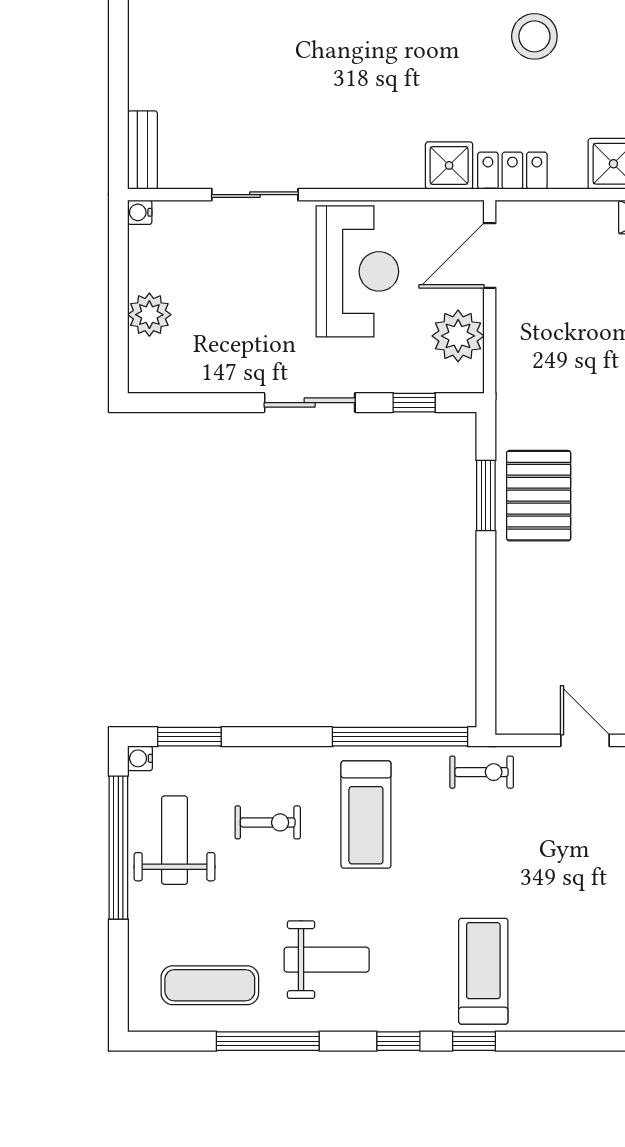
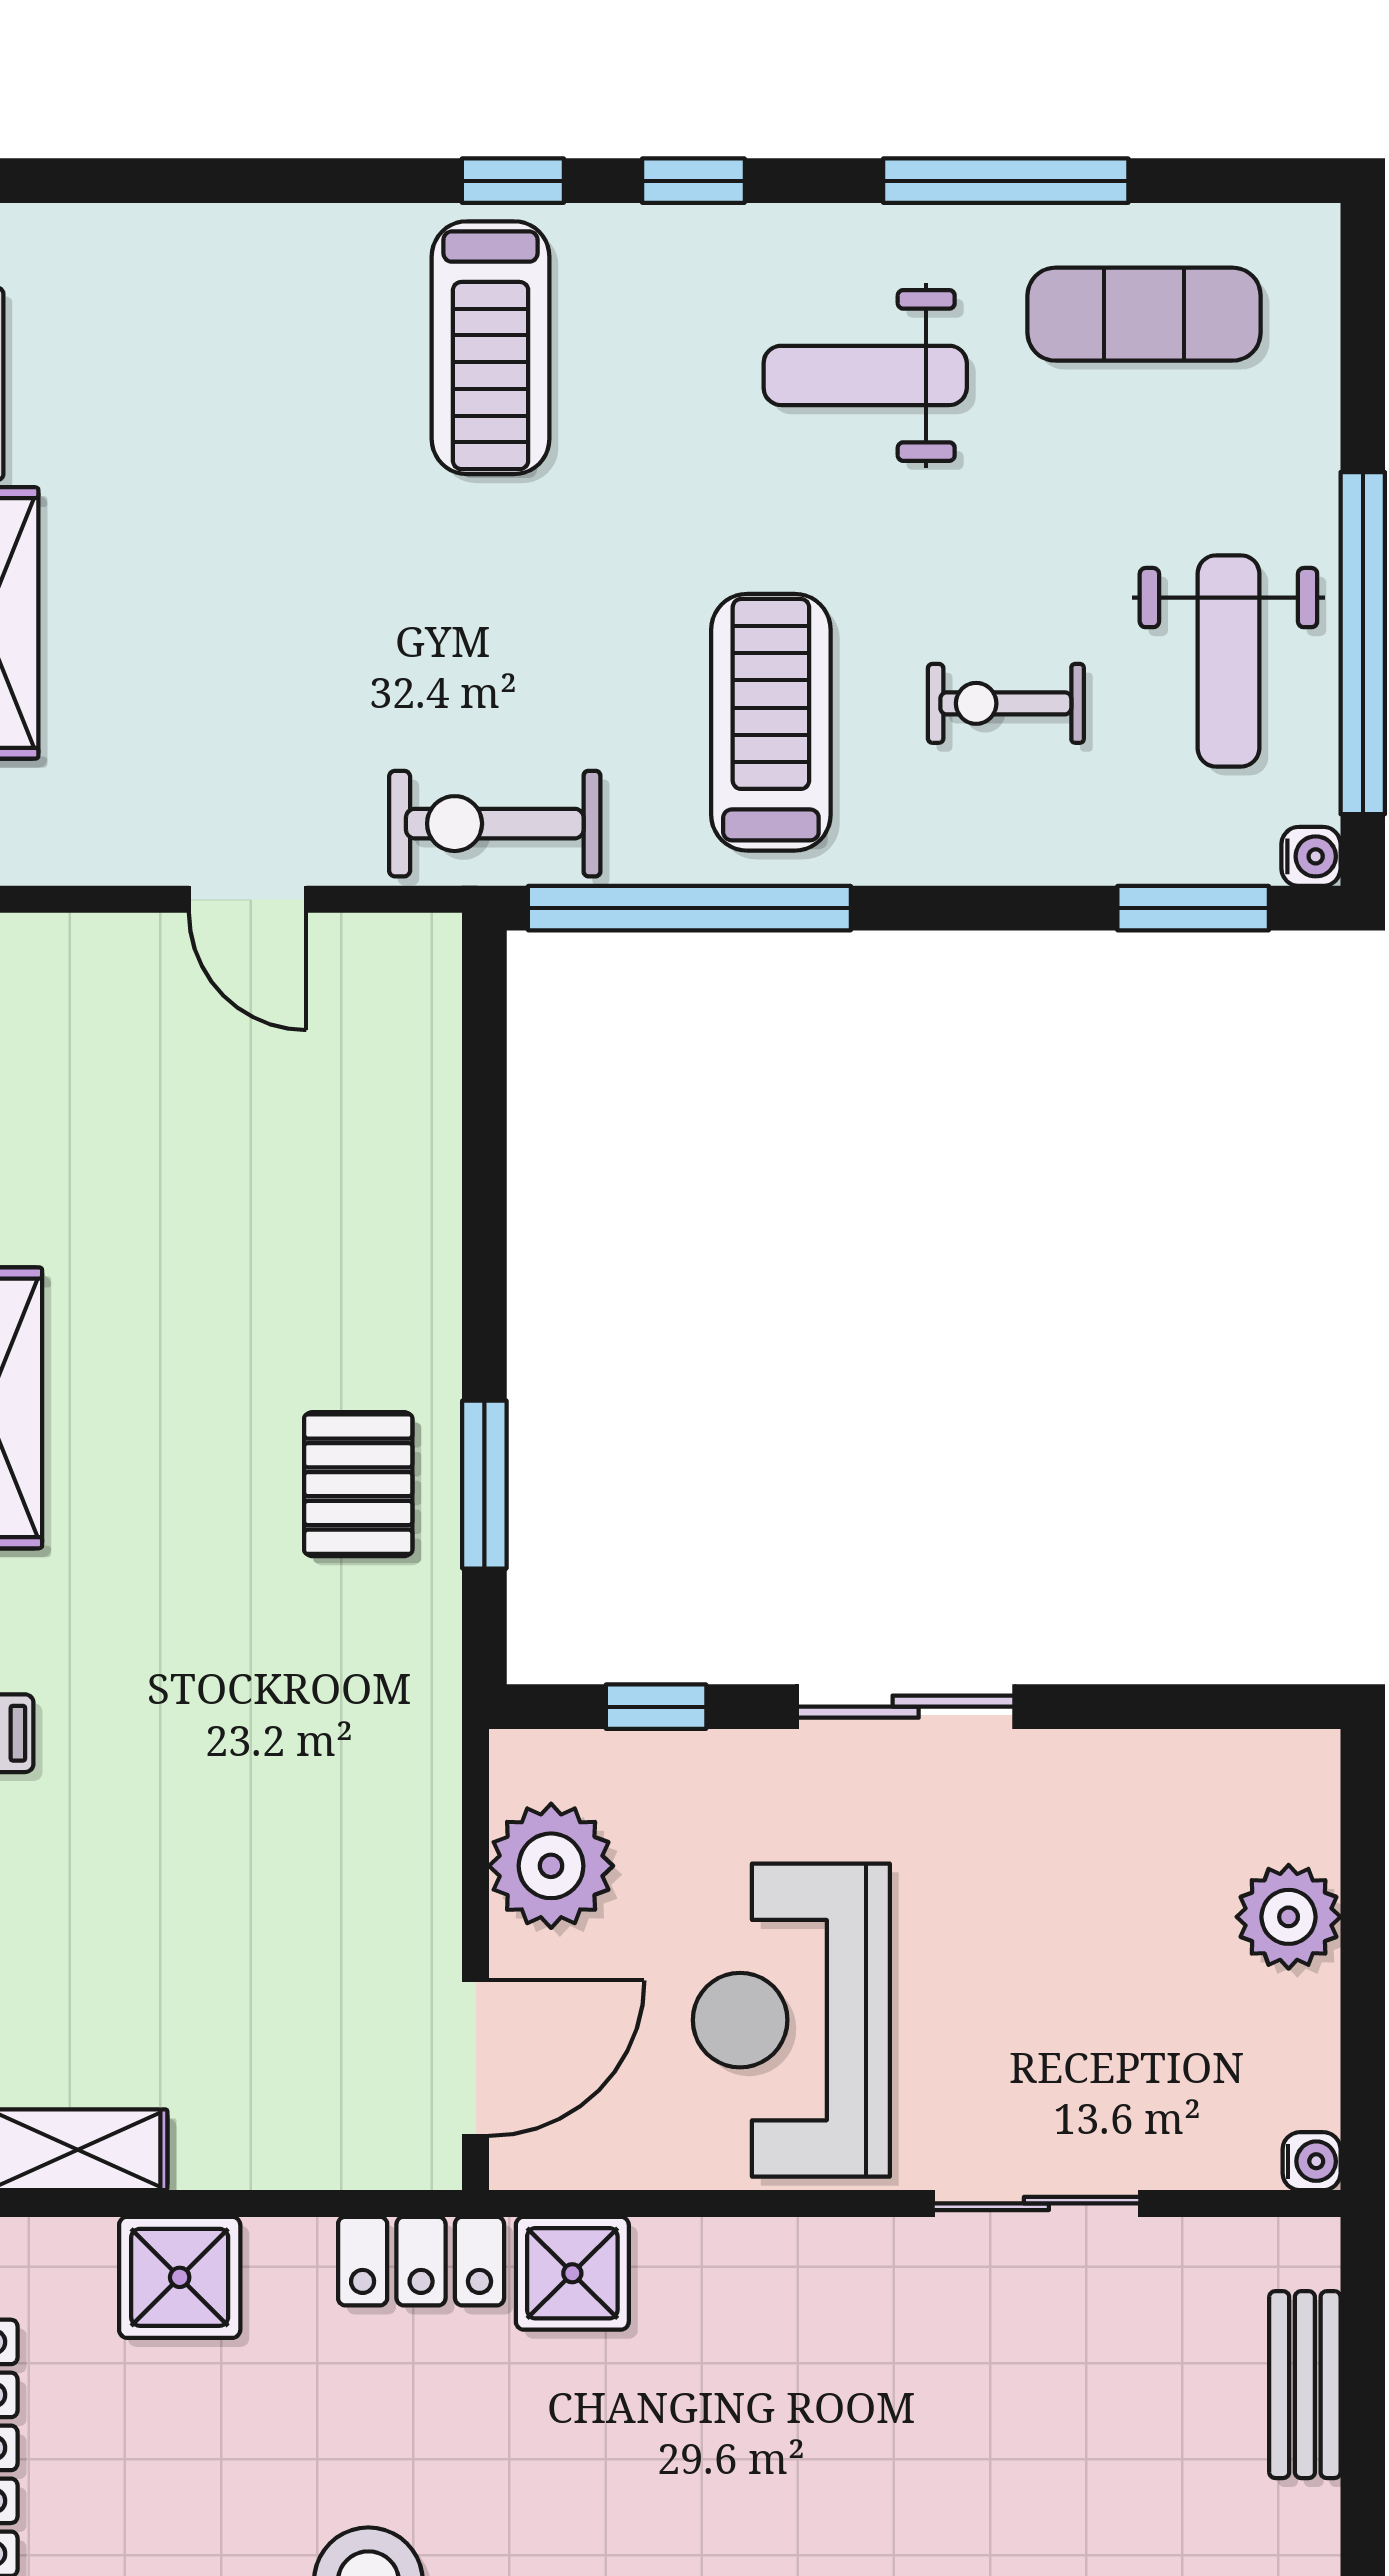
bench: (143, 150) -> (1305, 2385), moved
pallet: (539, 496) -> (358, 1484), width x0.67, depth x0.71
exercise bike: (482, 772) -> (495, 824), width x1.38, depth x1.39

